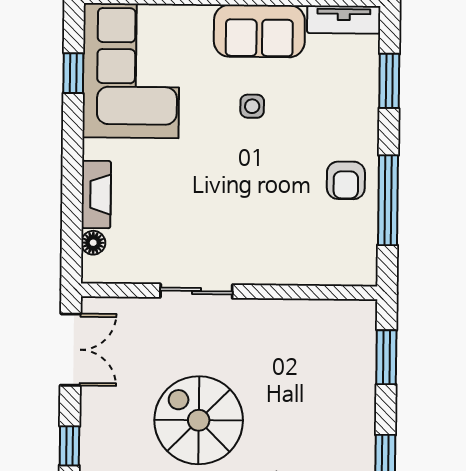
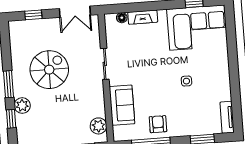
sofa: (259, 31) -> (122, 105), moved, turned 180
armchair: (346, 180) -> (158, 124), turned 90
plant: (338, 318) -> (98, 126), added

